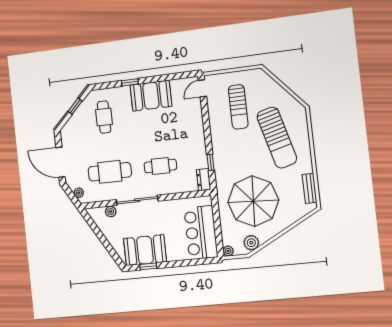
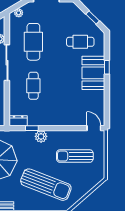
booth: (151, 96) -> (93, 73), moved
sun lounger: (277, 138) -> (46, 185), turned -144
plant: (219, 150) -> (41, 136), added

